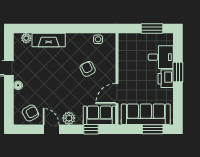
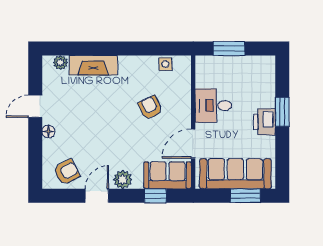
window: (152, 29) -> (229, 48), moved
desk: (161, 57) -> (213, 106), moved, turned 180
door: (51, 129) -> (97, 196), hinge flipped

